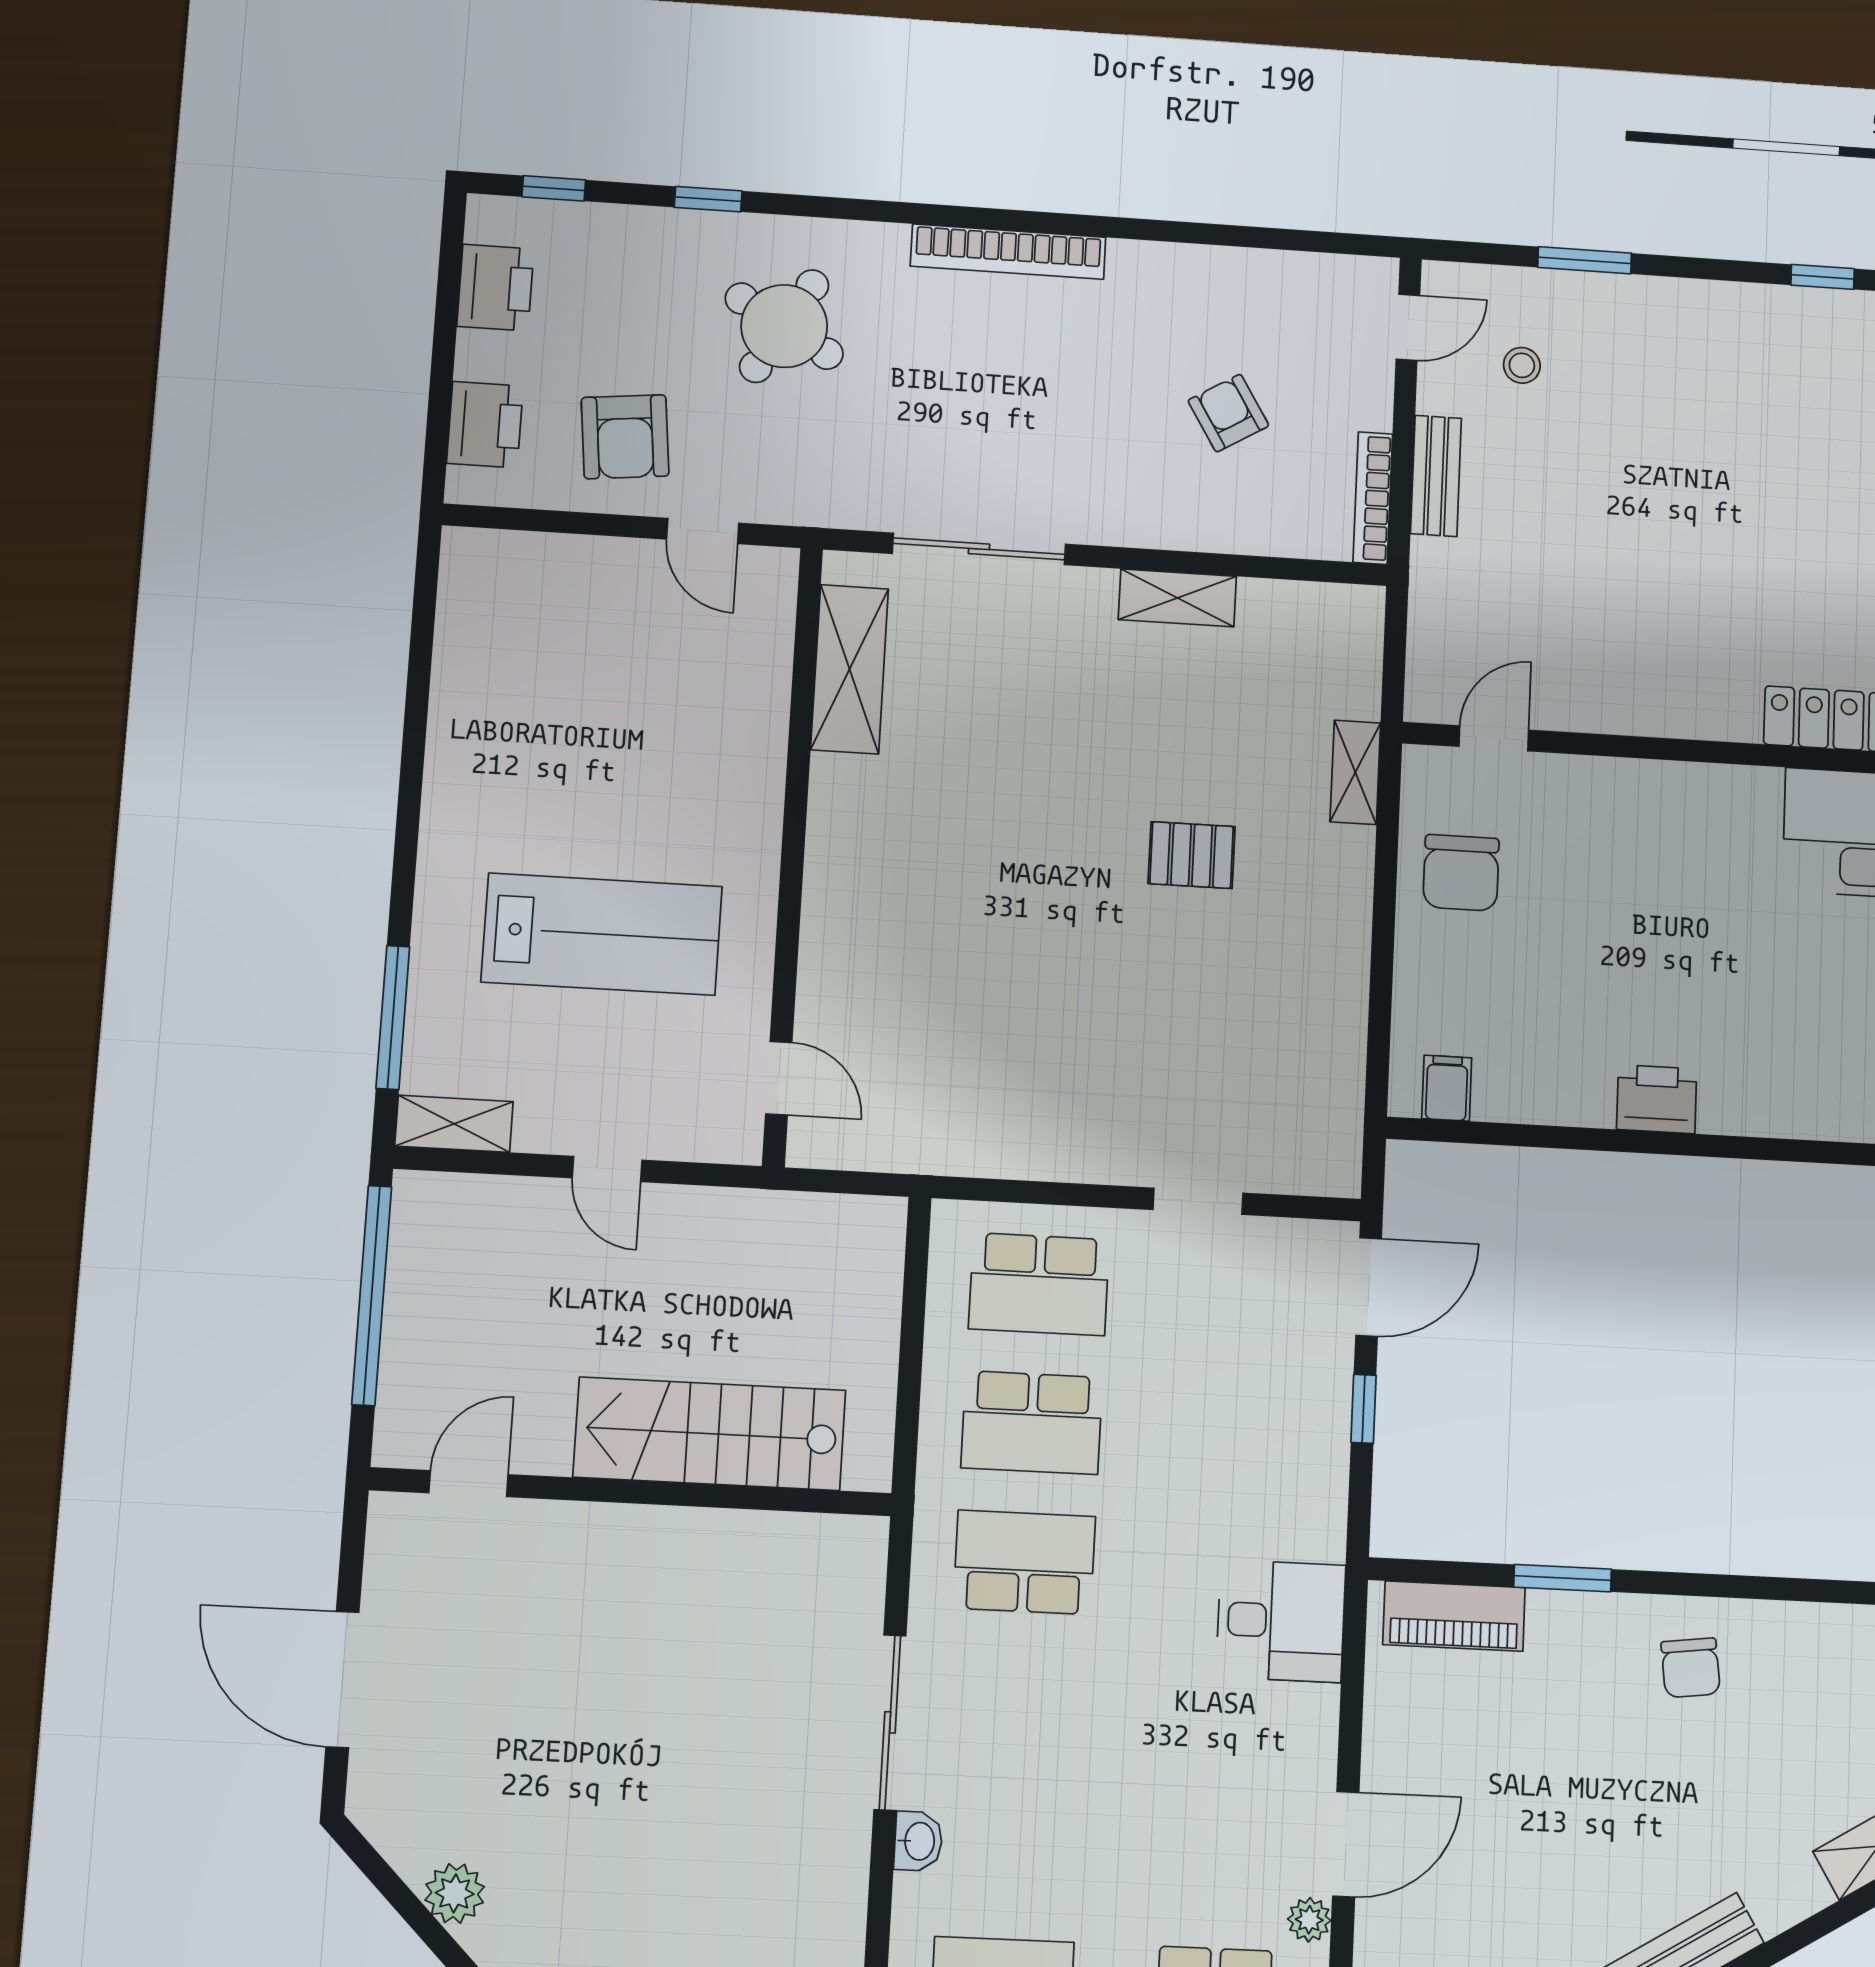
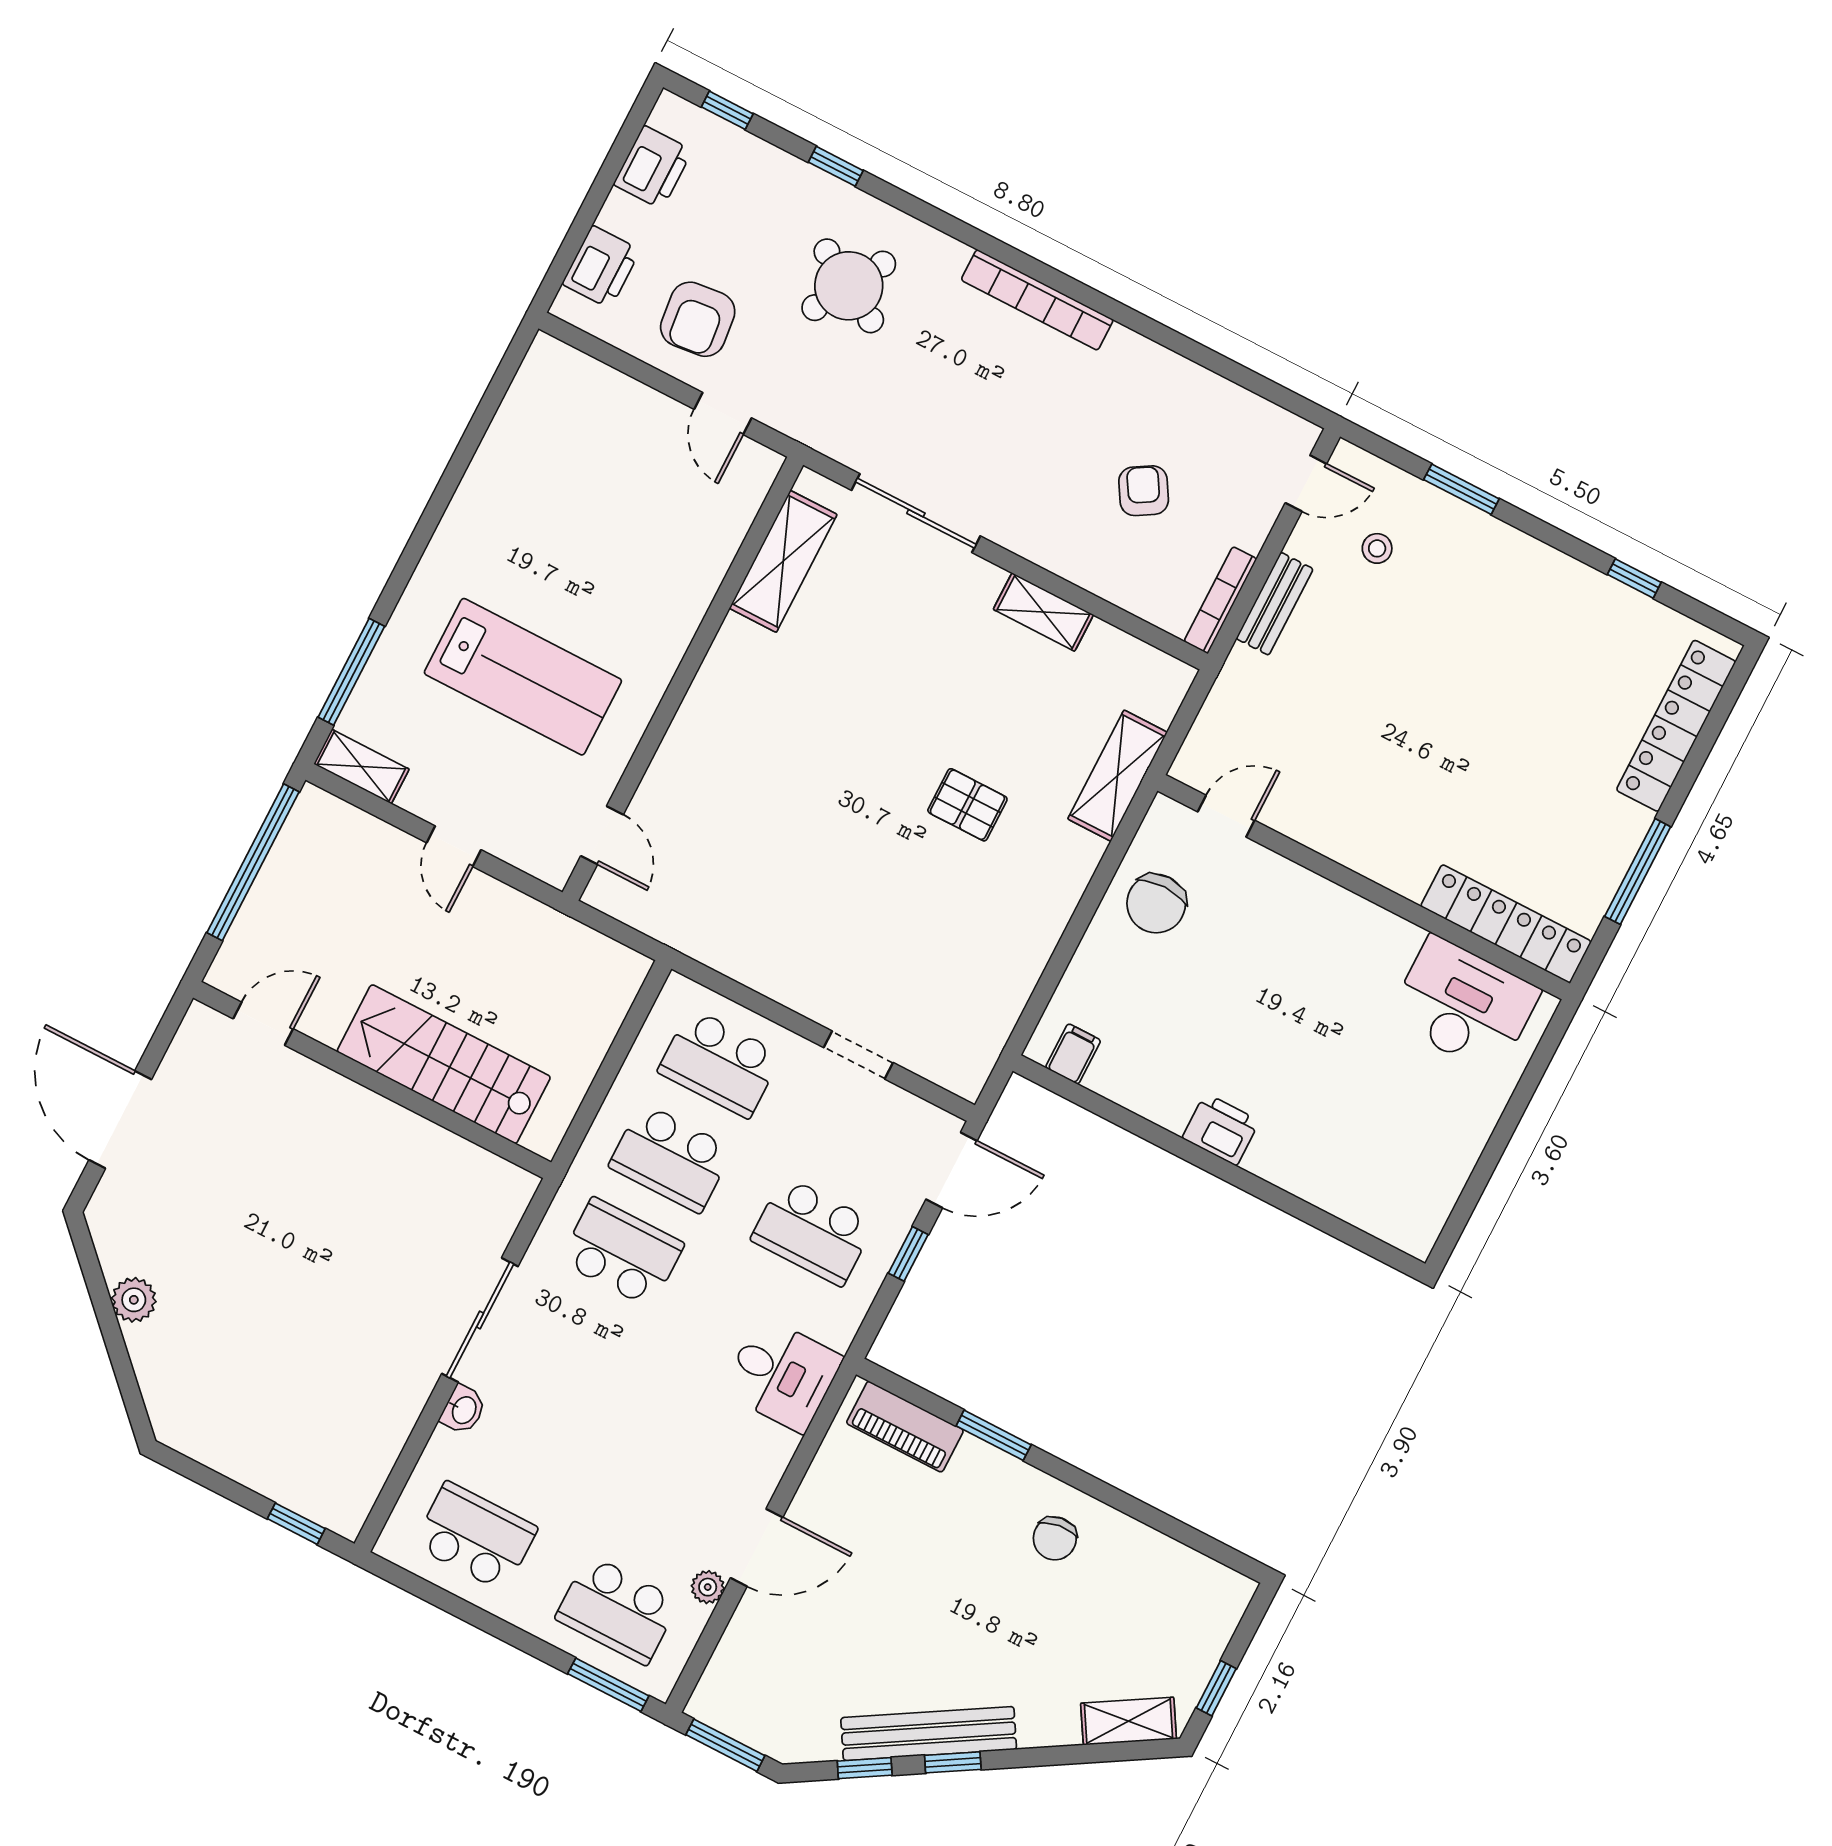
shelving: (1355, 772) -> (1118, 776), width x1.50, depth x1.33
school desk: (1239, 1433) -> (813, 1231), added

